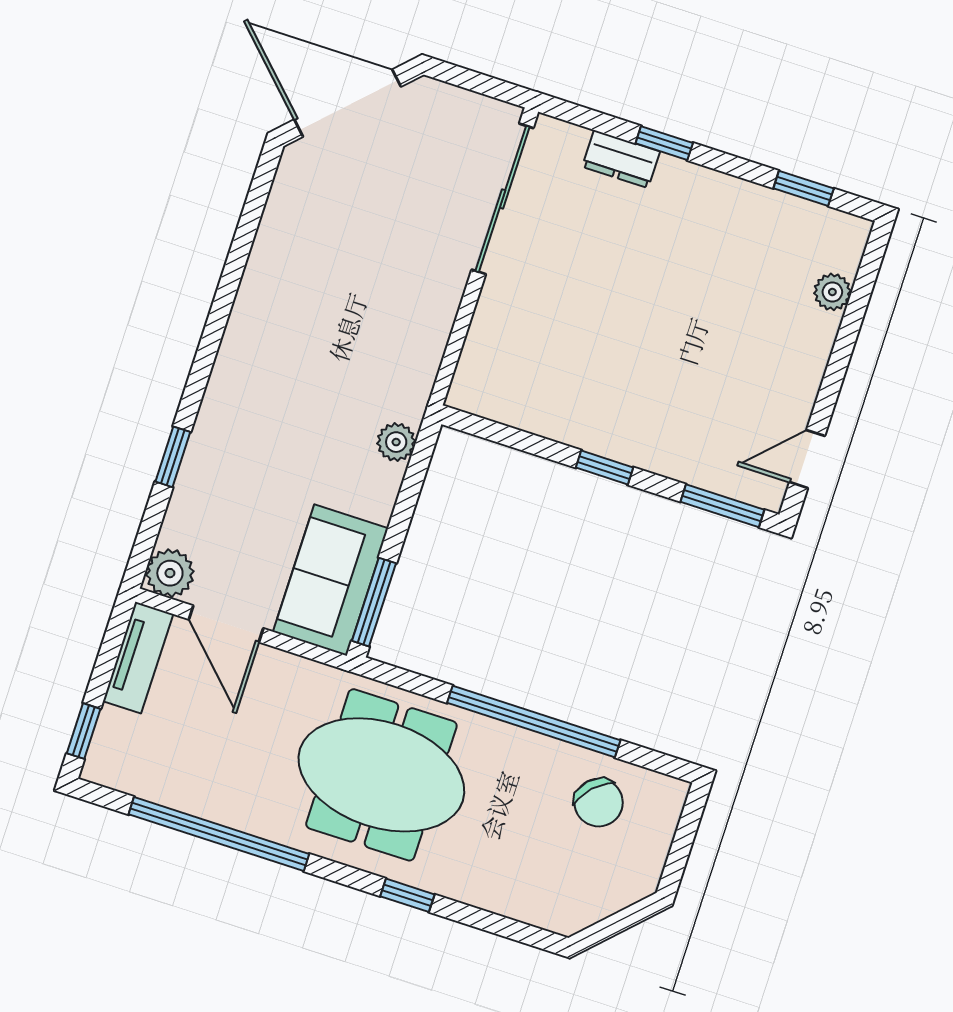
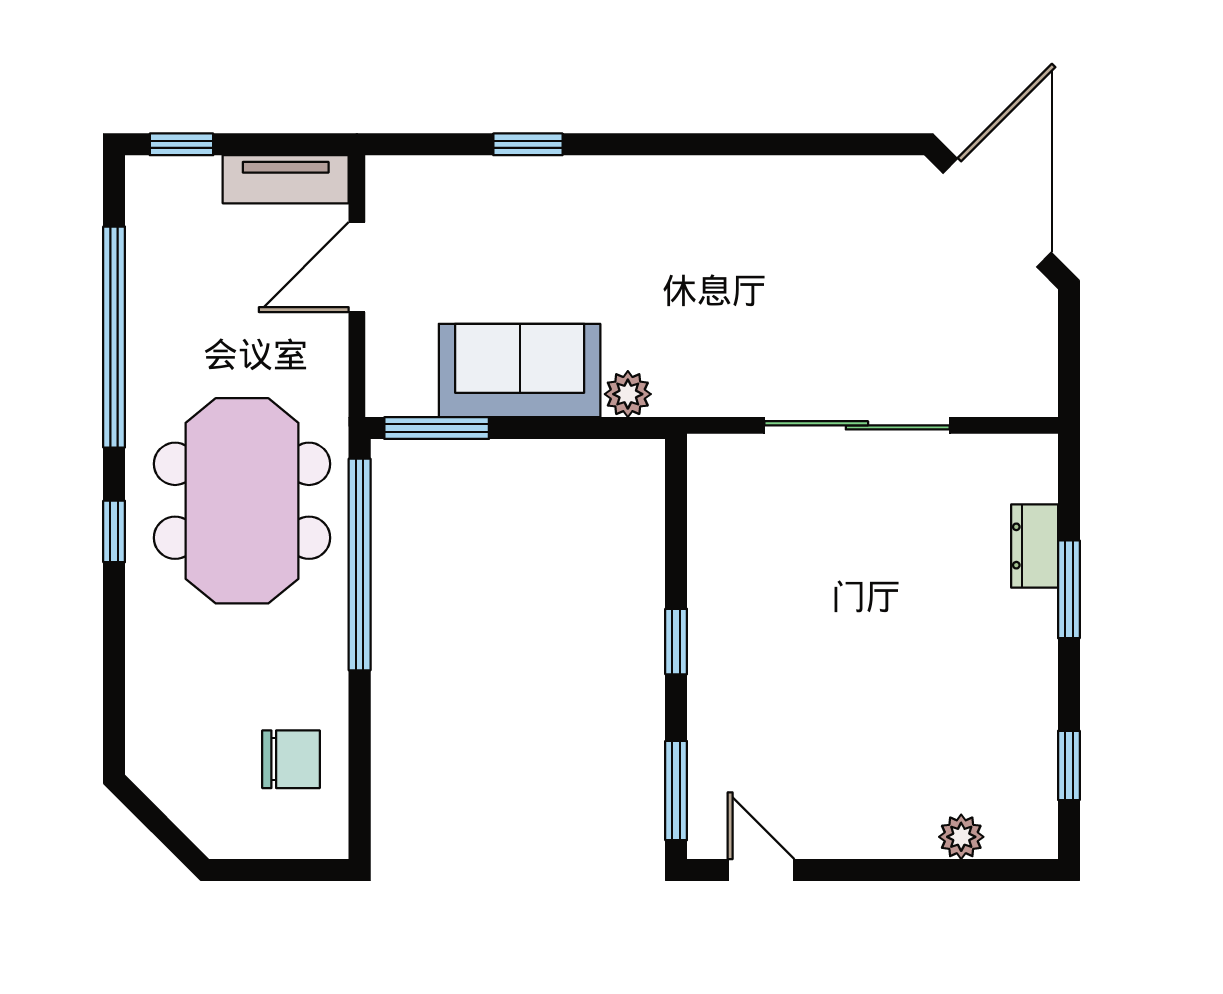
window: (664, 143) -> (1069, 589), width x1.50
sliding door: (503, 199) -> (857, 425), moved
plant: (170, 573) -> (394, 184), removed
sofa: (331, 580) -> (520, 370), moved
window: (534, 721) -> (360, 565), moved
chair: (599, 803) -> (291, 759), turned -134
window: (407, 895) -> (114, 531), moved

